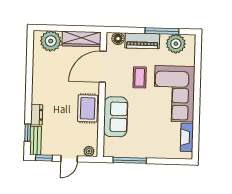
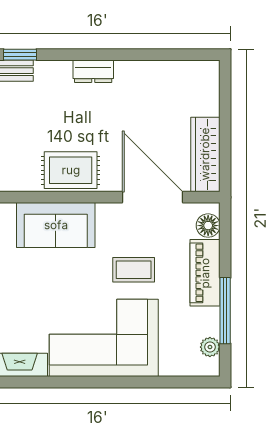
plant: (51, 41) -> (200, 95), removed
plant: (176, 44) -> (210, 347), width x0.53, depth x0.53
dresser: (37, 115) -> (93, 71), moved

